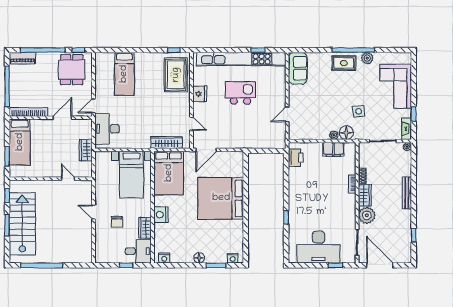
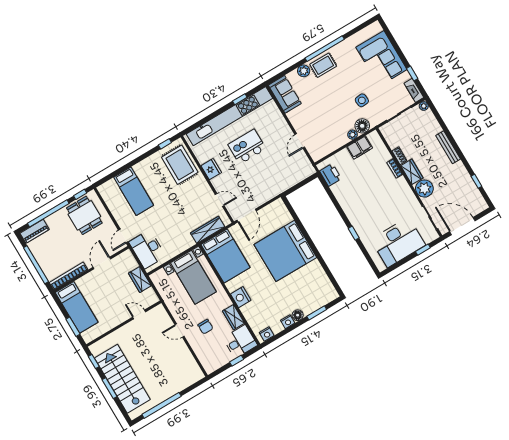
plant: (367, 58) -> (304, 71), moved
nightstand: (233, 258) -> (288, 322), moved

